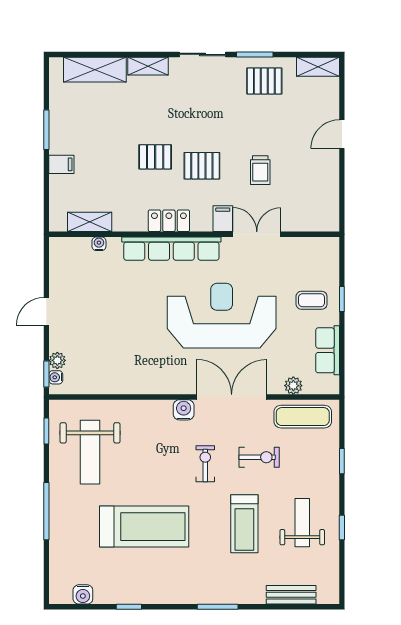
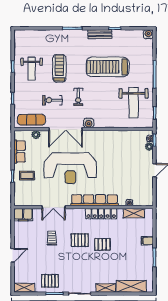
filing cabinet: (223, 219) -> (23, 215), moved, width x2.00
locker: (169, 221) -> (101, 214), width x1.53
weight bench: (90, 452) -> (134, 103), turned 180
water cooler: (83, 594) -> (148, 34), moved
bench: (291, 595) -> (100, 34), moved

